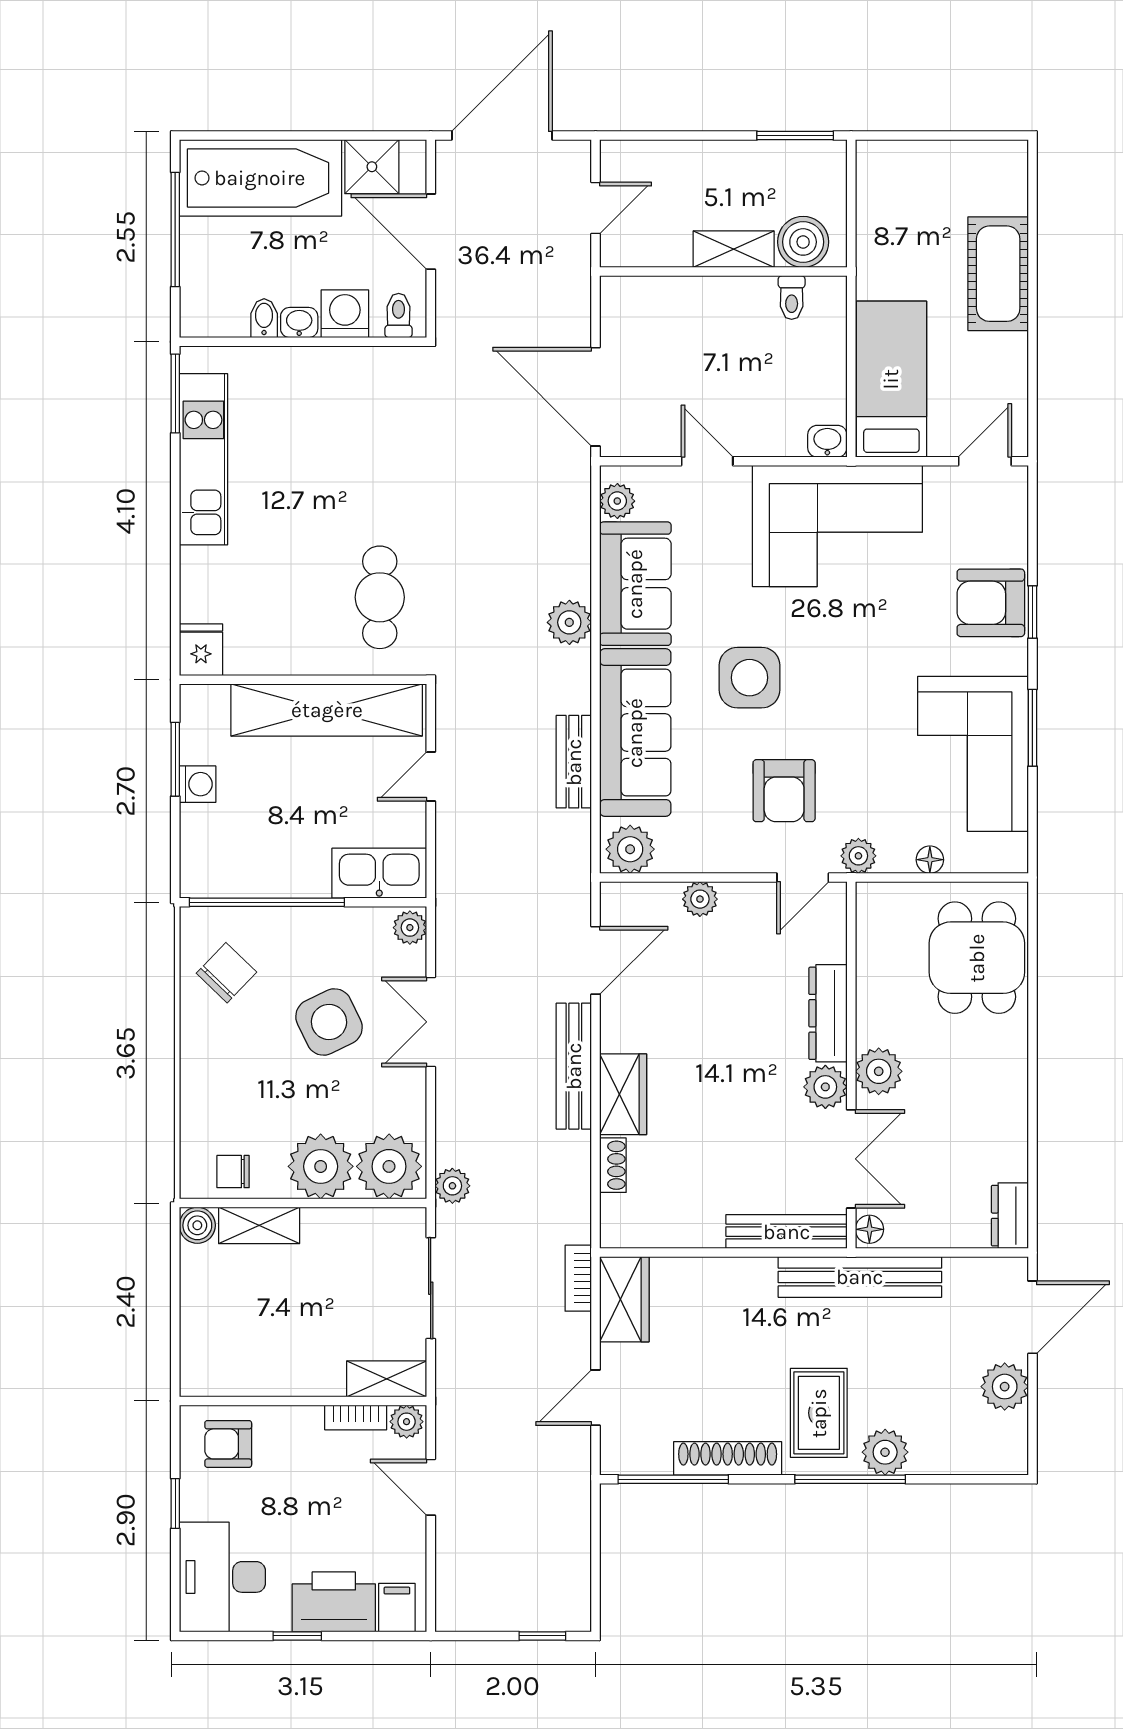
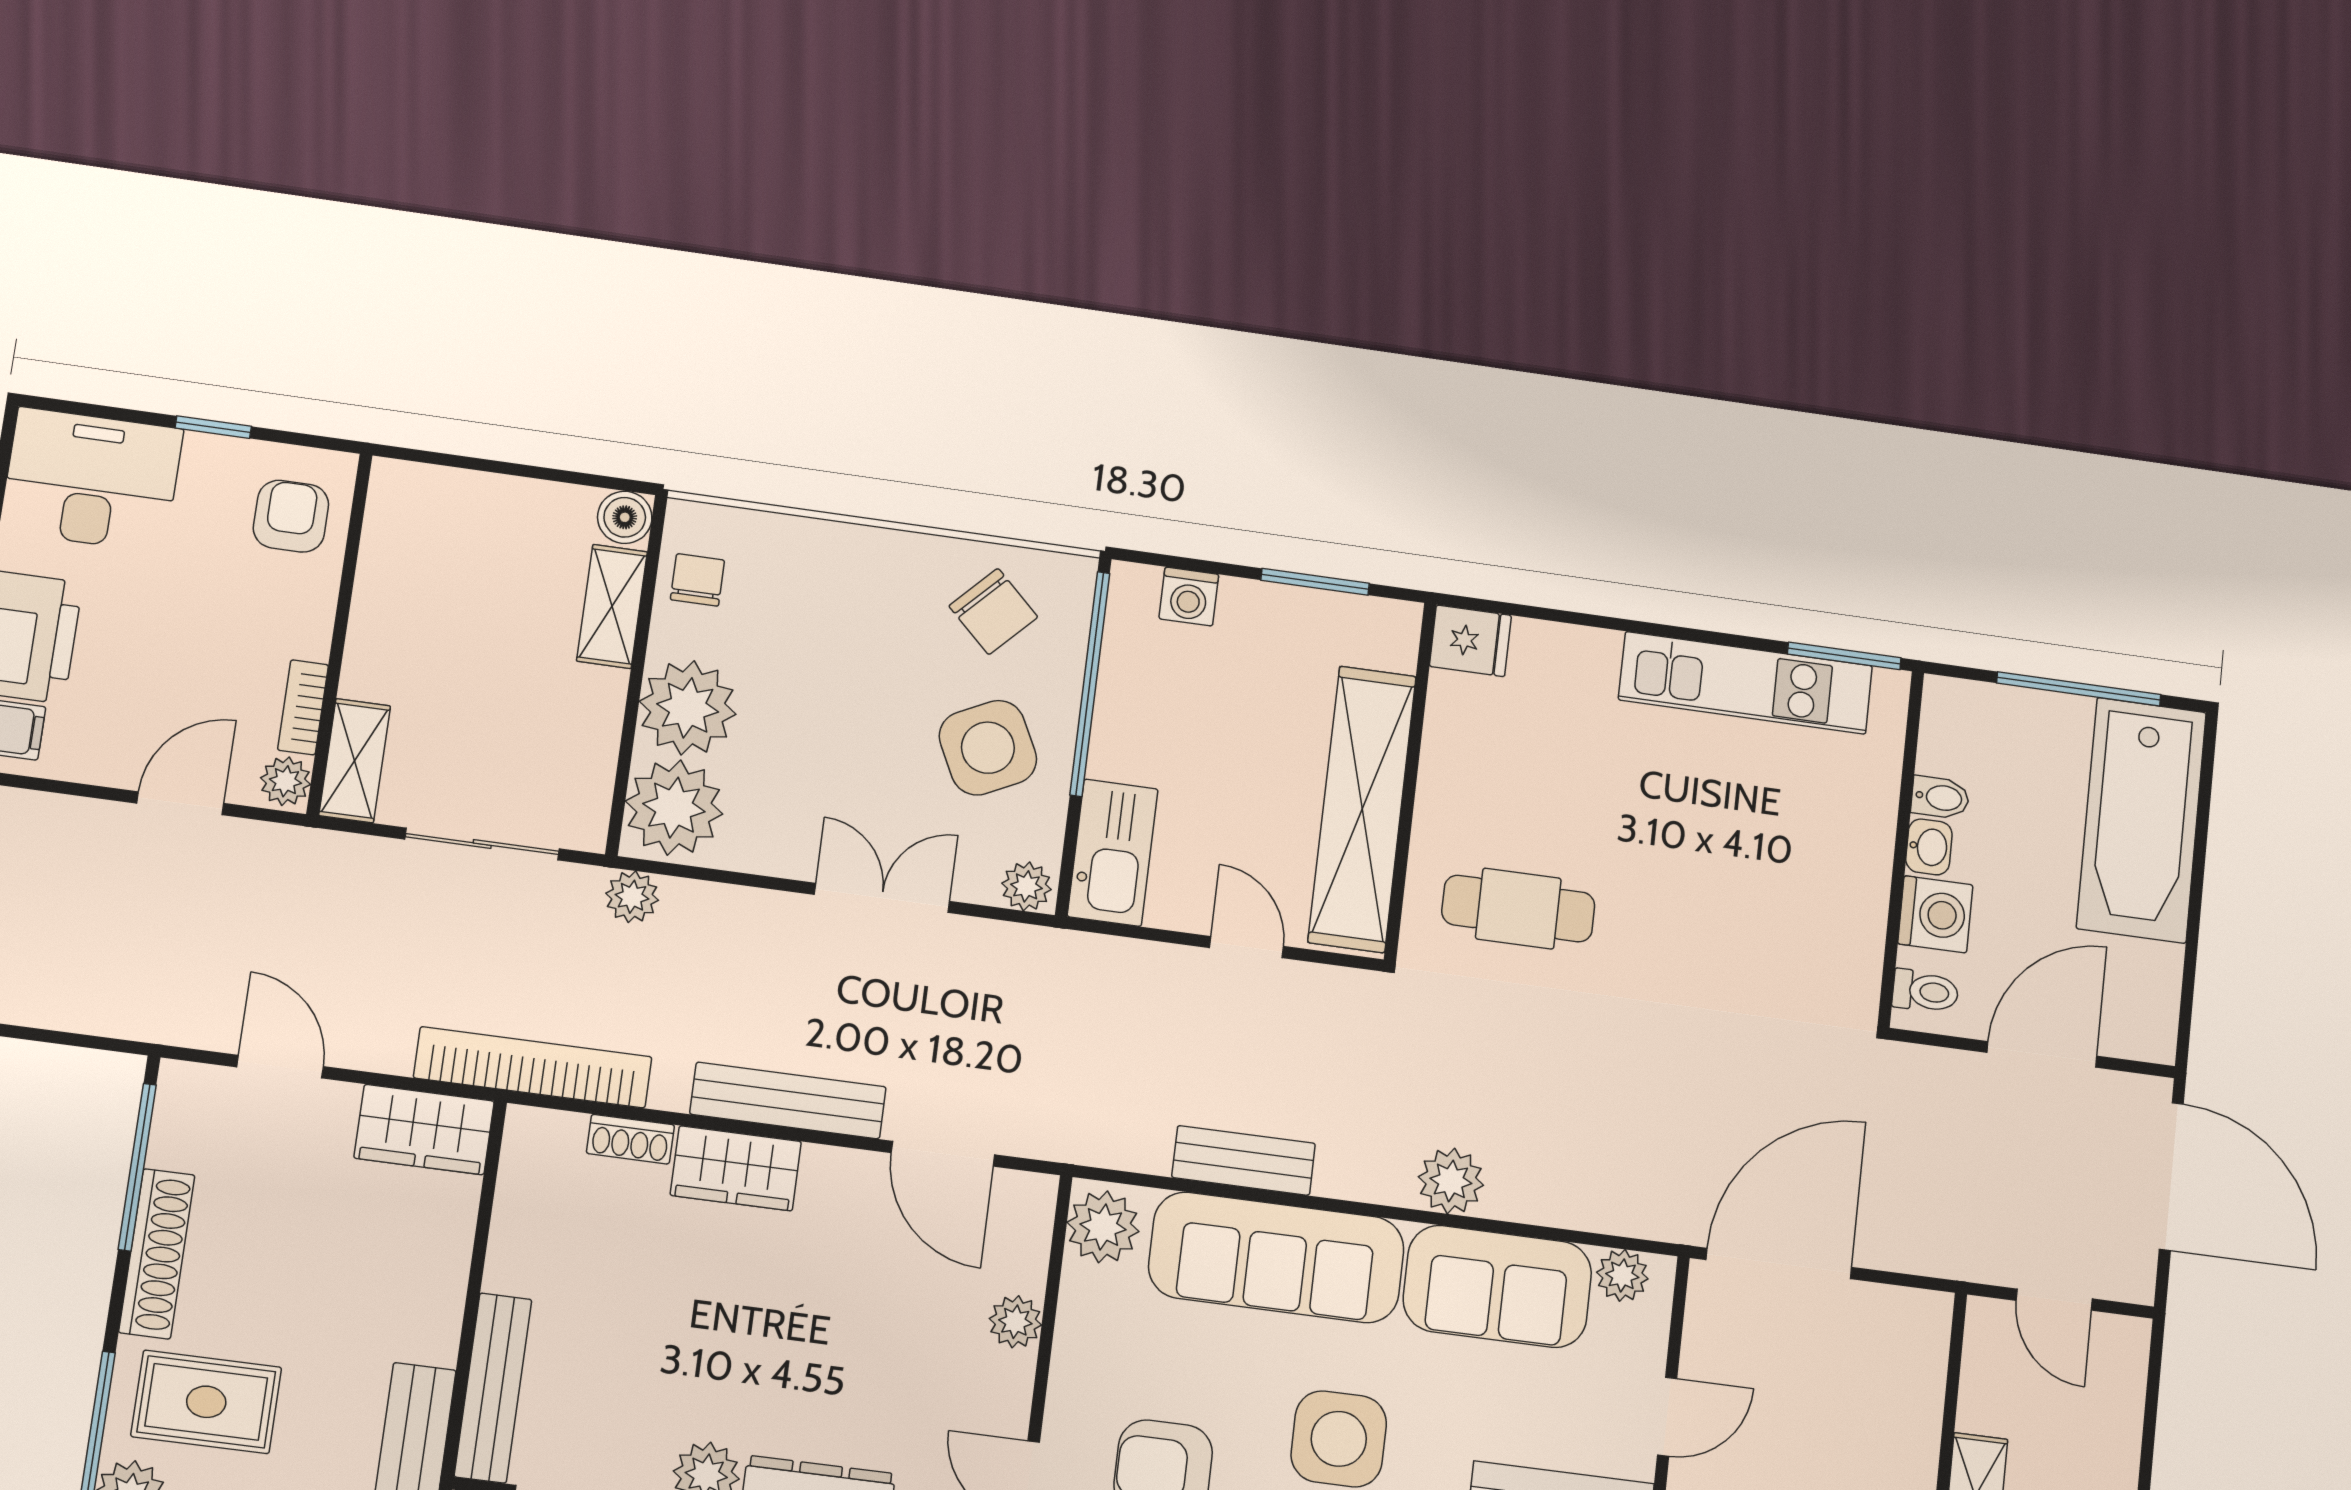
shower: (372, 167) -> (2143, 982), removed
washing machine: (198, 784) -> (1189, 597), moved
side table: (329, 1022) -> (988, 748), moved
bookcase: (578, 1278) -> (533, 1067), width x2.31, depth x1.31

